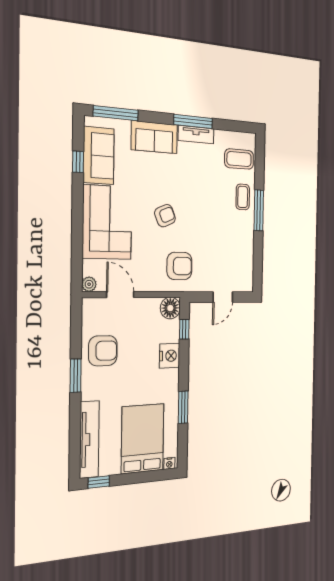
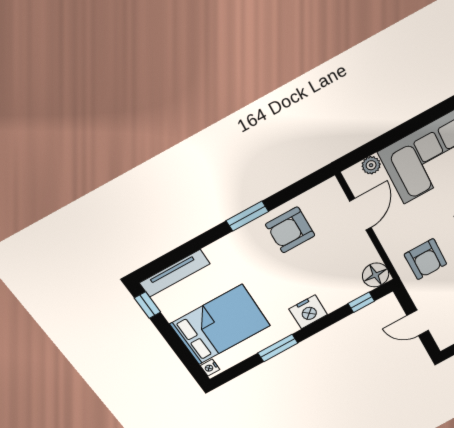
plant: (89, 284) -> (371, 165), moved
armchair: (103, 351) -> (290, 230), turned 90
nightstand: (170, 356) -> (308, 312), moved
tv unit: (89, 439) -> (175, 273), width x0.73, depth x0.78

